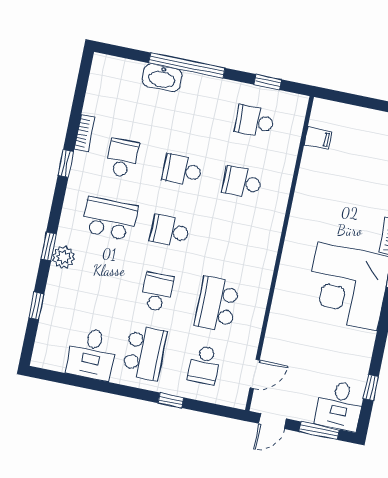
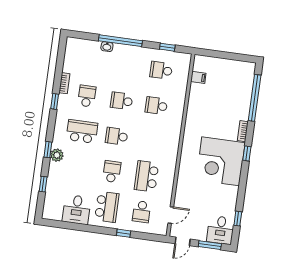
washbasin: (162, 78) -> (107, 47), width x0.52, depth x0.69

